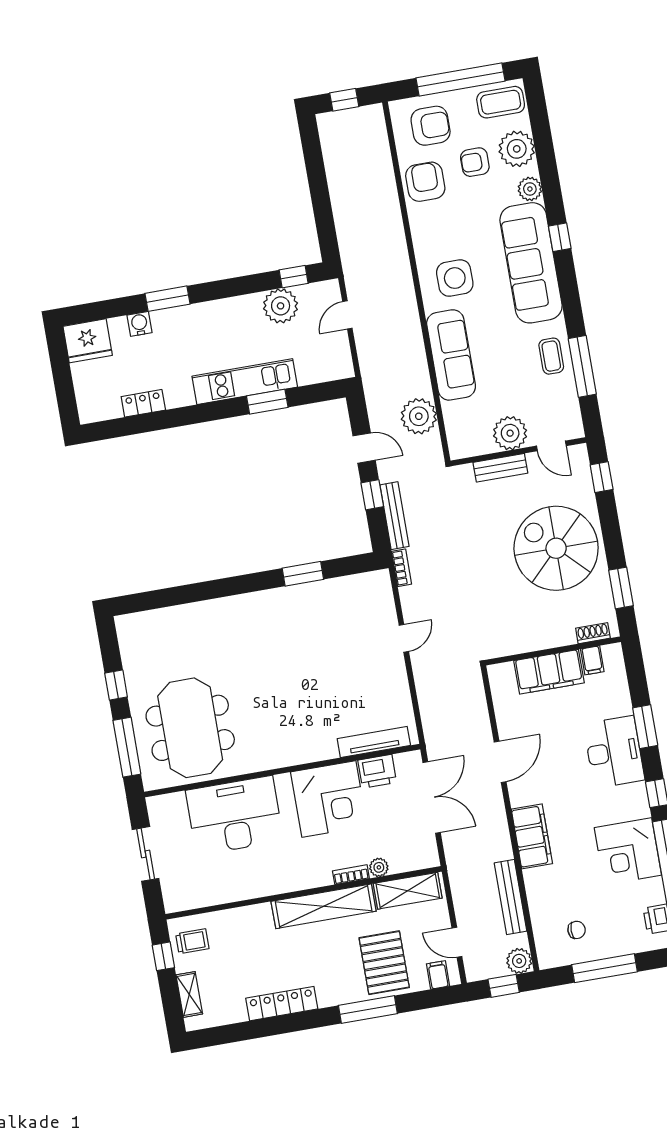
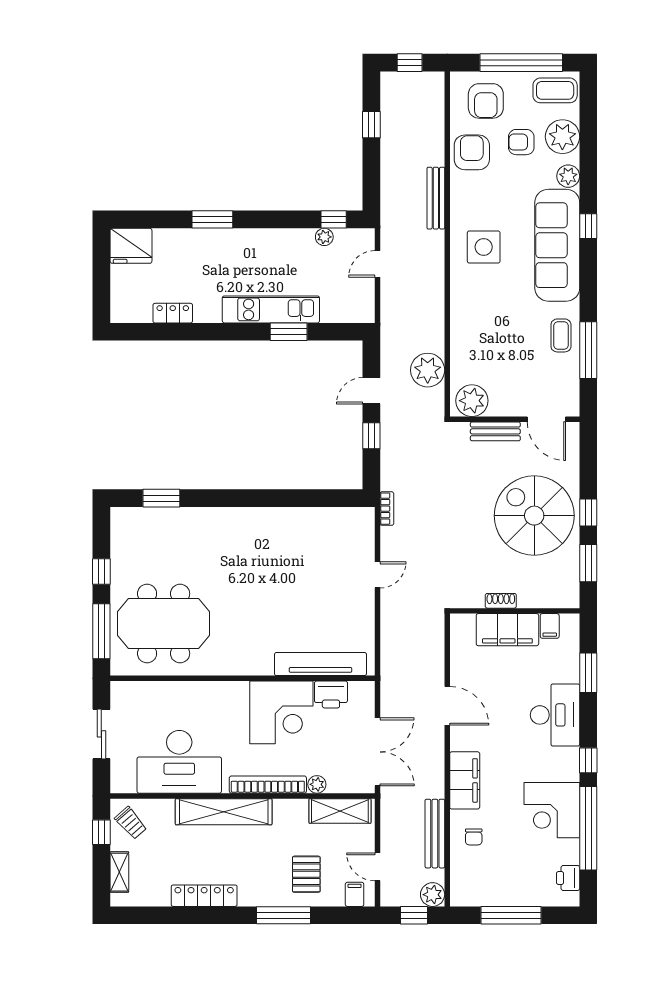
armchair: (431, 126) -> (486, 101), turned 90
window: (316, 171) -> (371, 125), added
plant: (281, 306) -> (324, 237), width x0.53, depth x0.53
water cooler: (139, 324) -> (182, 238), removed
sofa: (451, 355) -> (468, 318), removed
plant: (510, 433) -> (472, 401), moved
door: (551, 446) -> (546, 419), width x1.38
door: (364, 448) -> (371, 391), swing flipped
window: (602, 477) -> (588, 512), moved
bench: (395, 516) -> (436, 198), moved
window: (303, 574) -> (161, 498), moved
shoe rack: (593, 633) -> (501, 601), moved
window: (645, 727) -> (588, 673), moved
meeting table: (190, 728) -> (164, 624), turned 90
tv unit: (374, 742) -> (320, 664), width x1.36, depth x1.29
door: (500, 762) -> (447, 706), hinge flipped
double door: (432, 797) -> (377, 752), moved
desk: (234, 815) -> (179, 762), moved, turned 180
bookcase: (351, 875) -> (268, 785), width x2.31, depth x1.31
shelving: (324, 906) -> (224, 812), moved
chair: (577, 930) -> (474, 837), moved, turned 90
trolley: (192, 941) -> (131, 823), turned 49
pallet: (384, 963) -> (306, 874), width x0.67, depth x0.71

